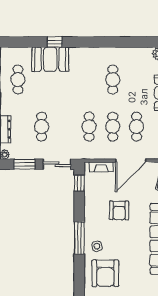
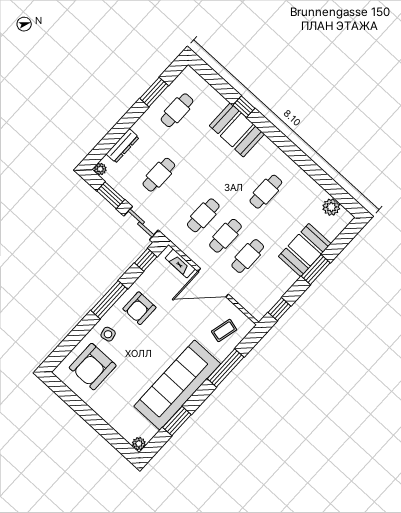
booth: (50, 59) -> (237, 130), moved
armchair: (119, 210) -> (139, 308), moved
window: (79, 238) -> (109, 300), moved

